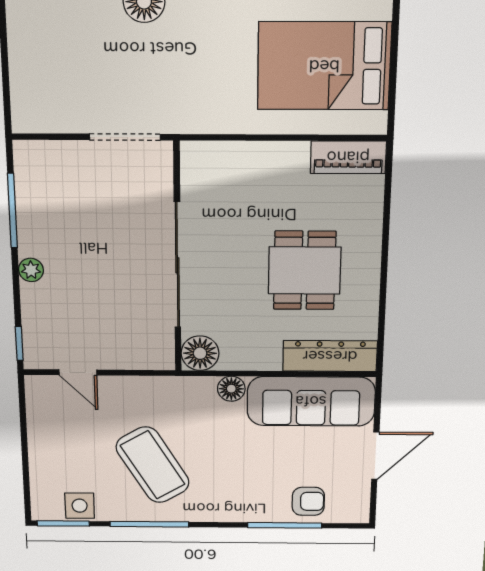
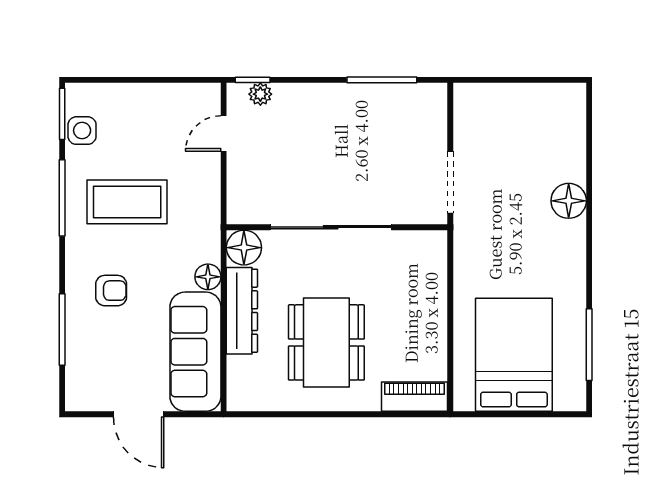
piano: (348, 157) -> (414, 397), moved, turned 90
plant: (31, 270) -> (260, 94), moved
dining table: (305, 270) -> (326, 342), width x1.38
dresser: (330, 356) -> (242, 311), moved
coffee table: (153, 465) -> (127, 202), turned 31
armchair: (308, 501) -> (111, 291), moved, turned -90

